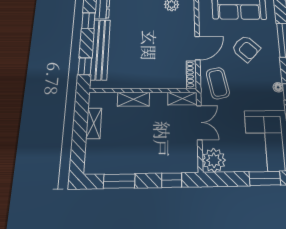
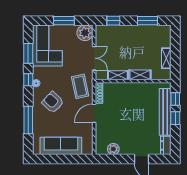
window: (88, 21) -> (175, 118), moved
armchair: (246, 49) -> (53, 102), moved
shelving: (182, 99) -> (118, 75), moved
double door: (199, 122) -> (94, 58), swing flipped
window: (265, 178) -> (64, 21), moved

